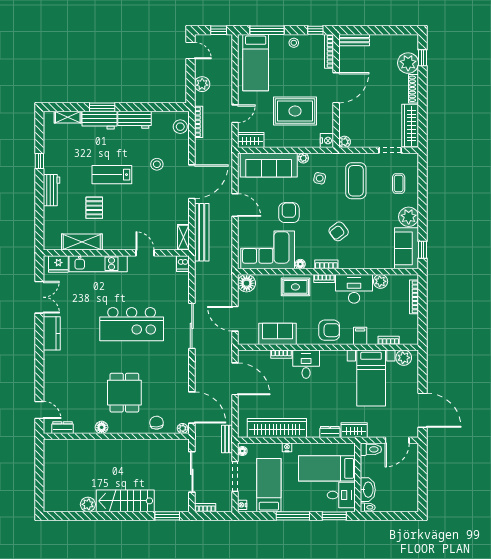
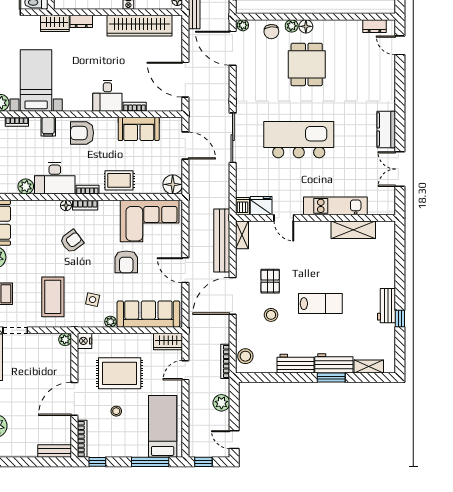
stool: (294, 43) -> (116, 411), moved
workbench: (52, 190) -> (386, 306), moved
pallet: (94, 208) -> (270, 281), moved
fridge: (58, 264) -> (261, 206), moved
floor lamp: (300, 264) -> (66, 205), moved
floor lamp: (102, 427) -> (306, 26), moved
plant: (138, 428) -> (292, 26), added

